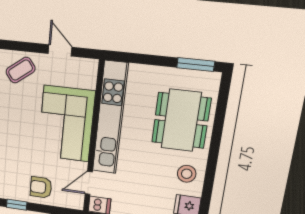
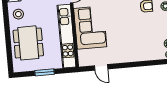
window: (196, 65) -> (45, 72), moved
coffee table: (21, 70) -> (121, 52), removed

